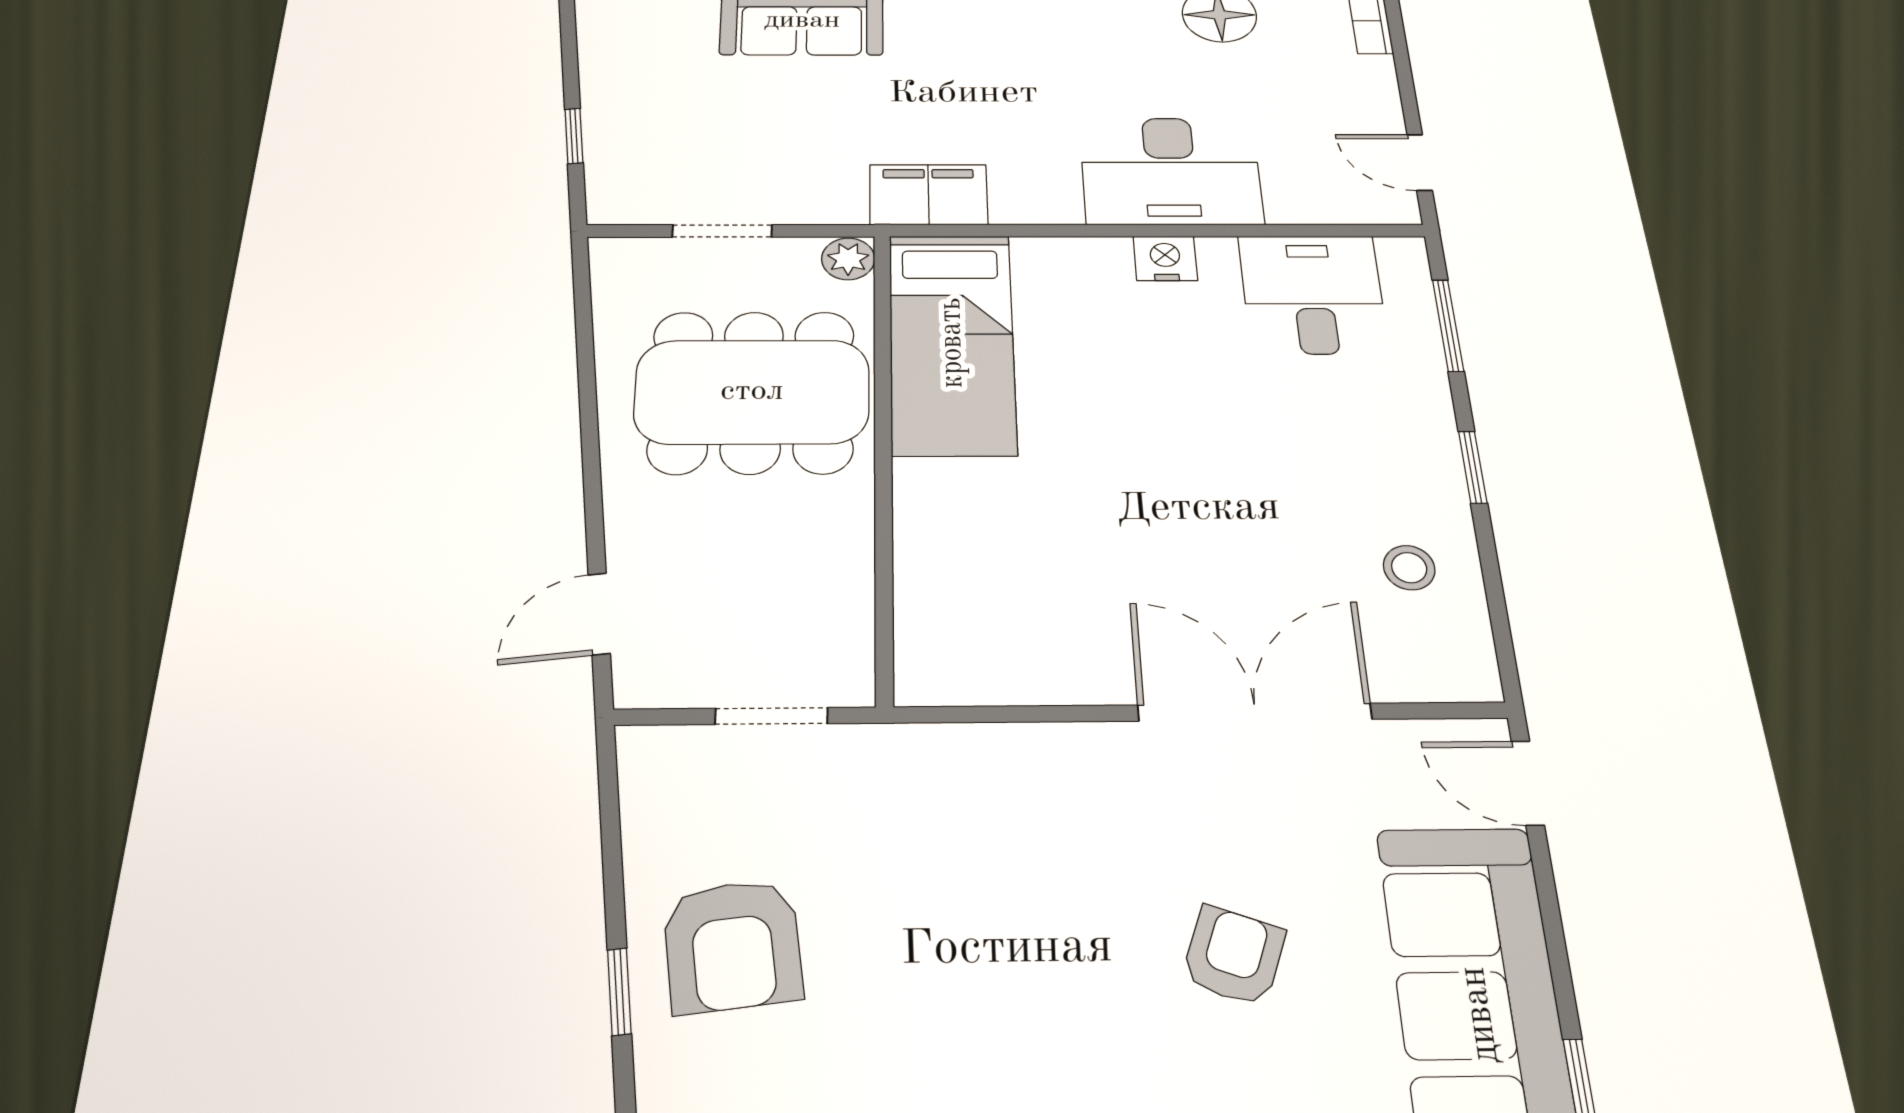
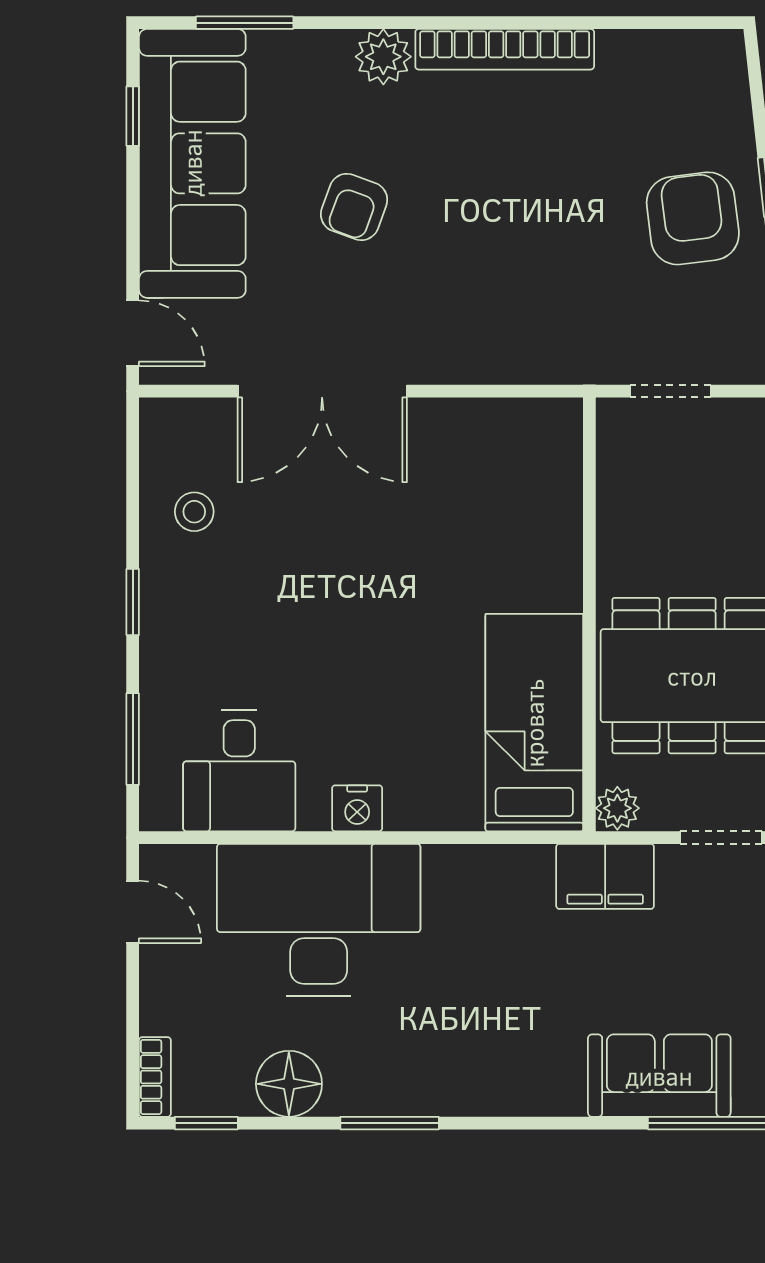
desk: (1171, 171) -> (319, 920), width x1.36, depth x1.30
filing cabinet: (928, 195) -> (605, 876), moved

